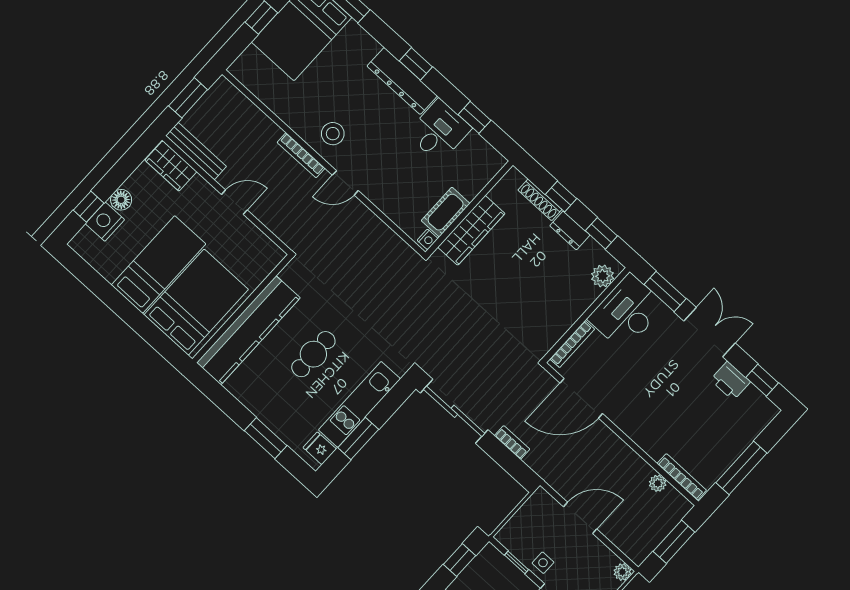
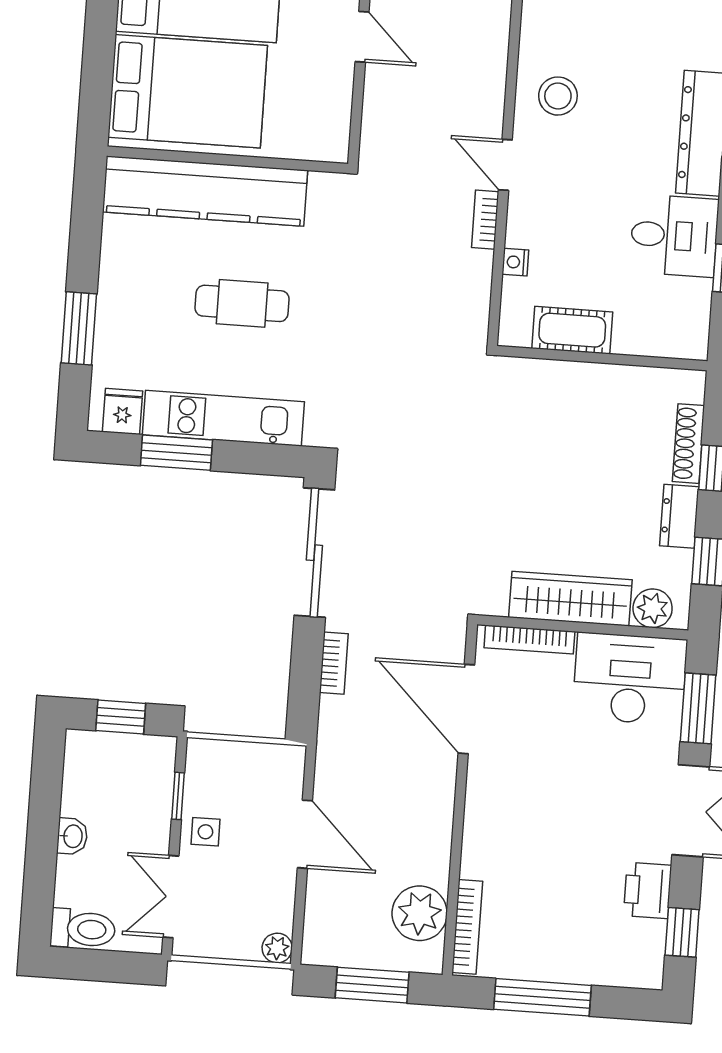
bookcase: (301, 155) -> (485, 220), moved, width x0.64
wardrobe: (471, 230) -> (570, 599), moved, turned 180
nightstand: (428, 239) -> (515, 262), moved, turned 90
plant: (658, 483) -> (420, 913), width x1.87, depth x1.87

